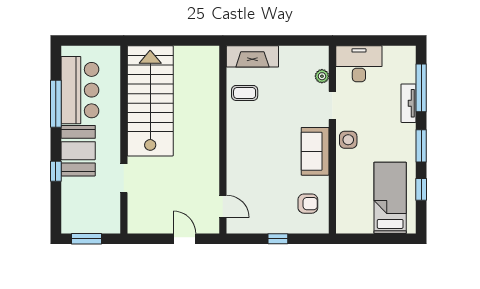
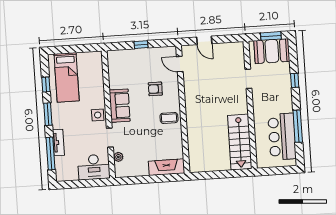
coffee table: (245, 93) -> (169, 118), moved
stairs: (150, 101) -> (240, 142), width x0.73, depth x0.66
booth: (78, 151) -> (272, 51), moved, turned 90
armchair: (308, 204) -> (155, 89), moved

